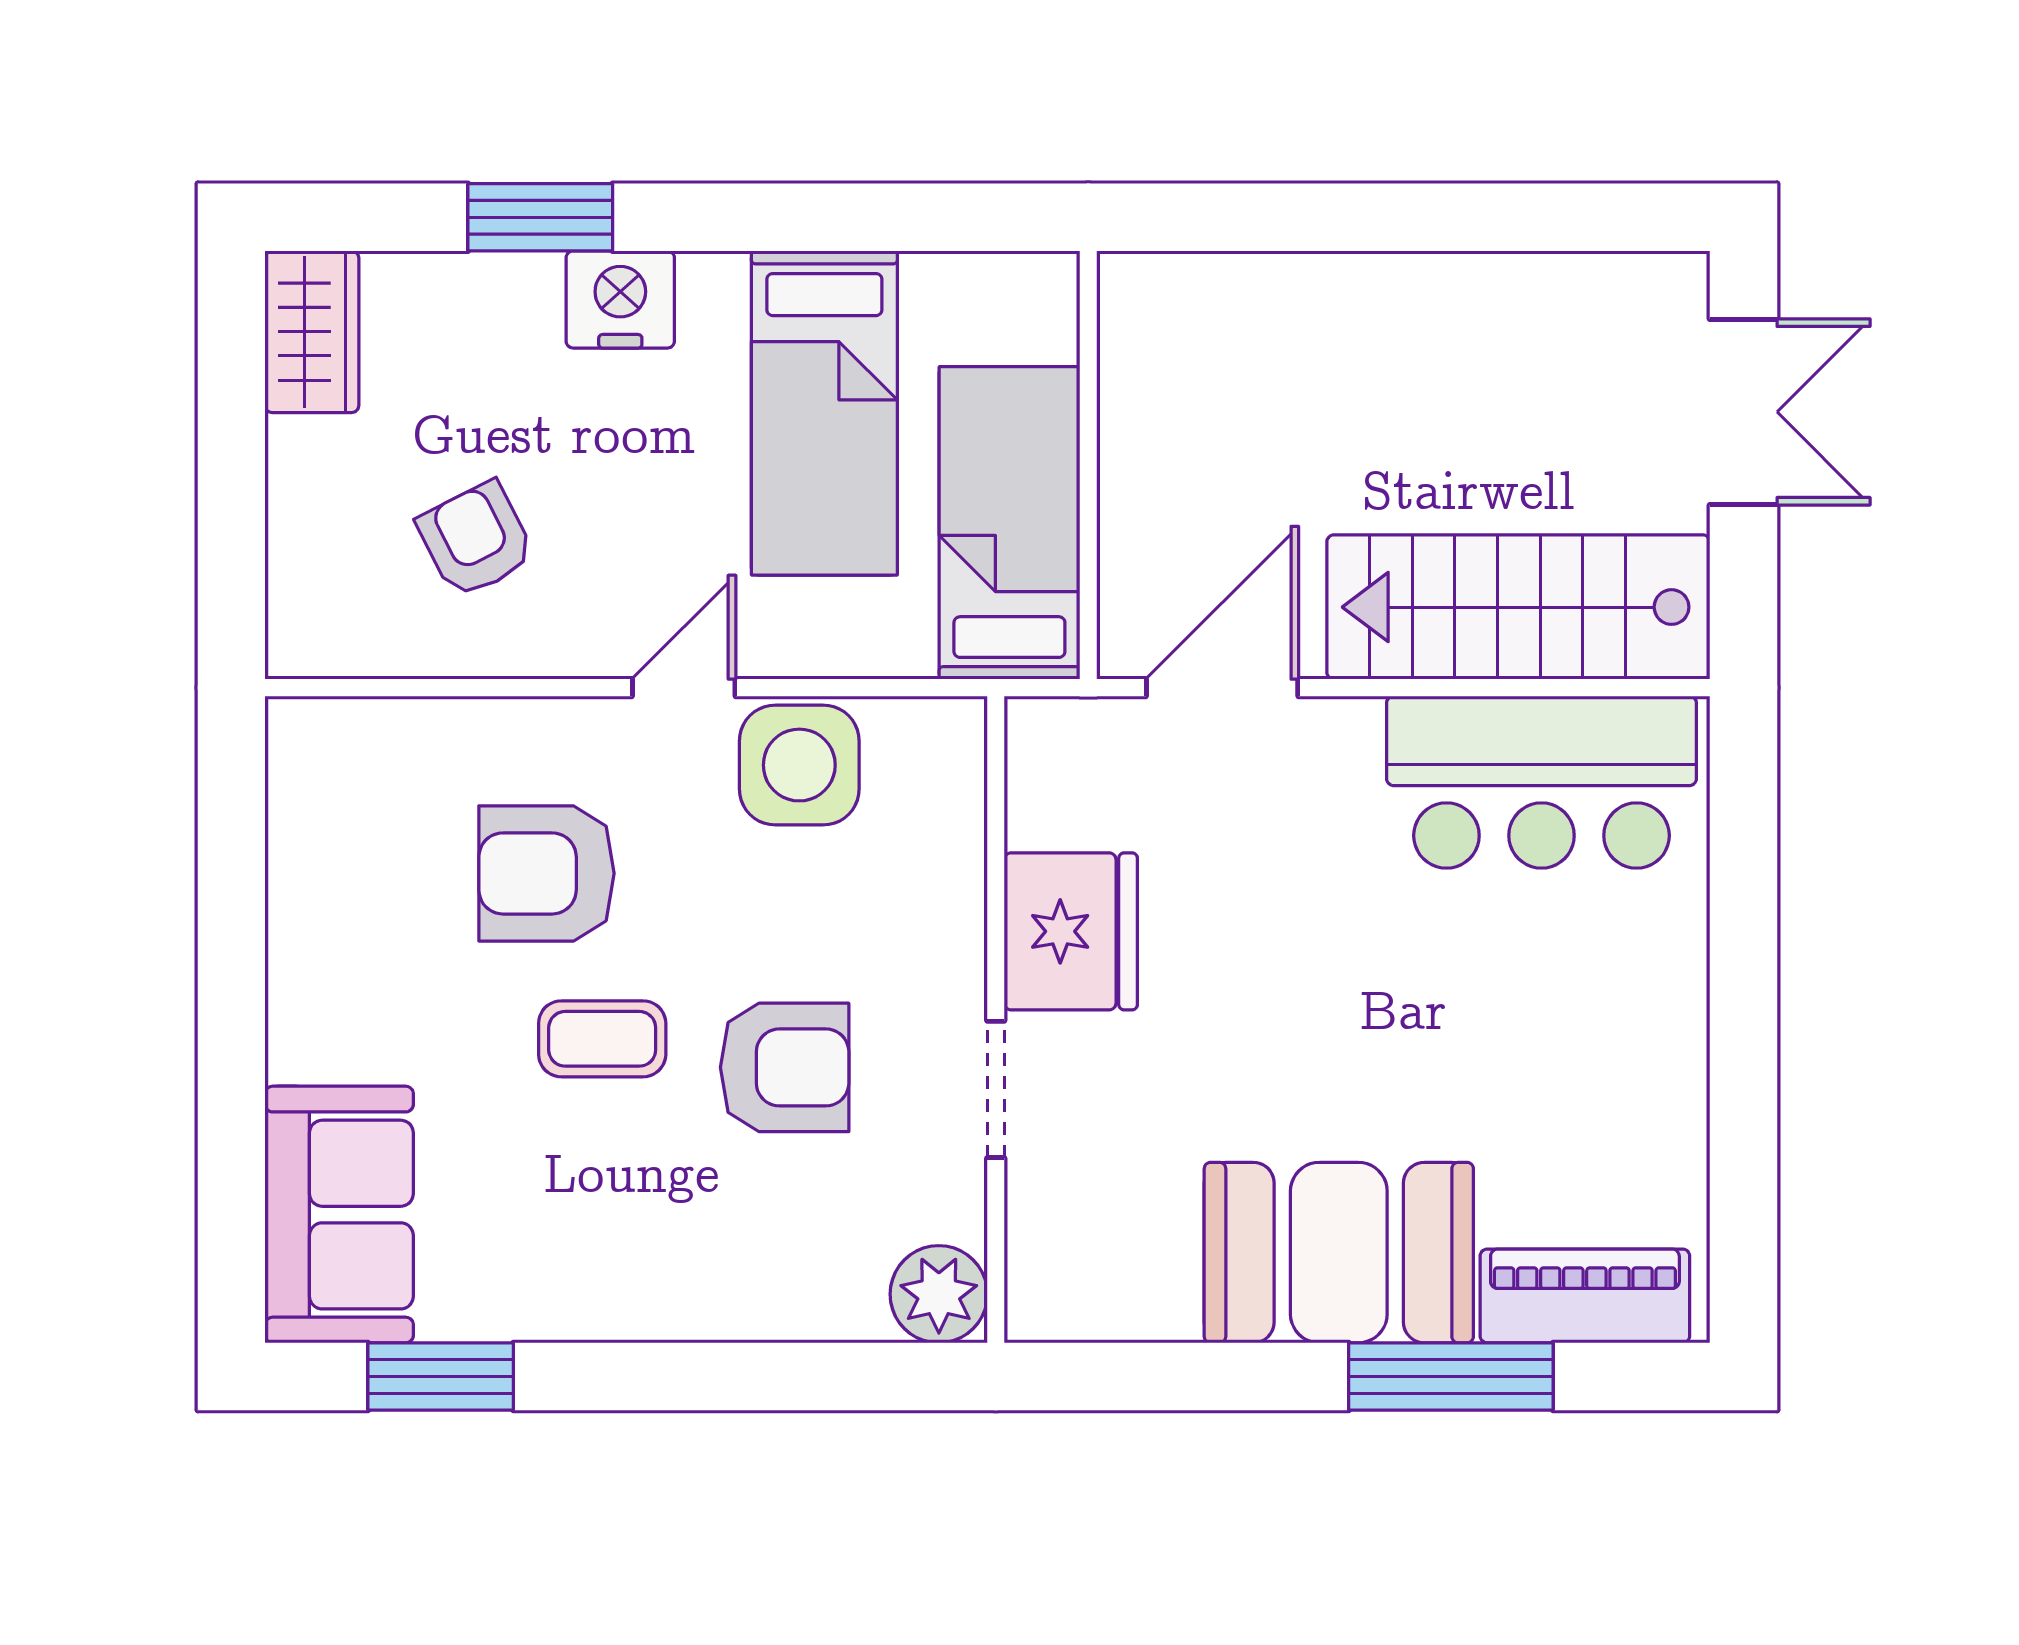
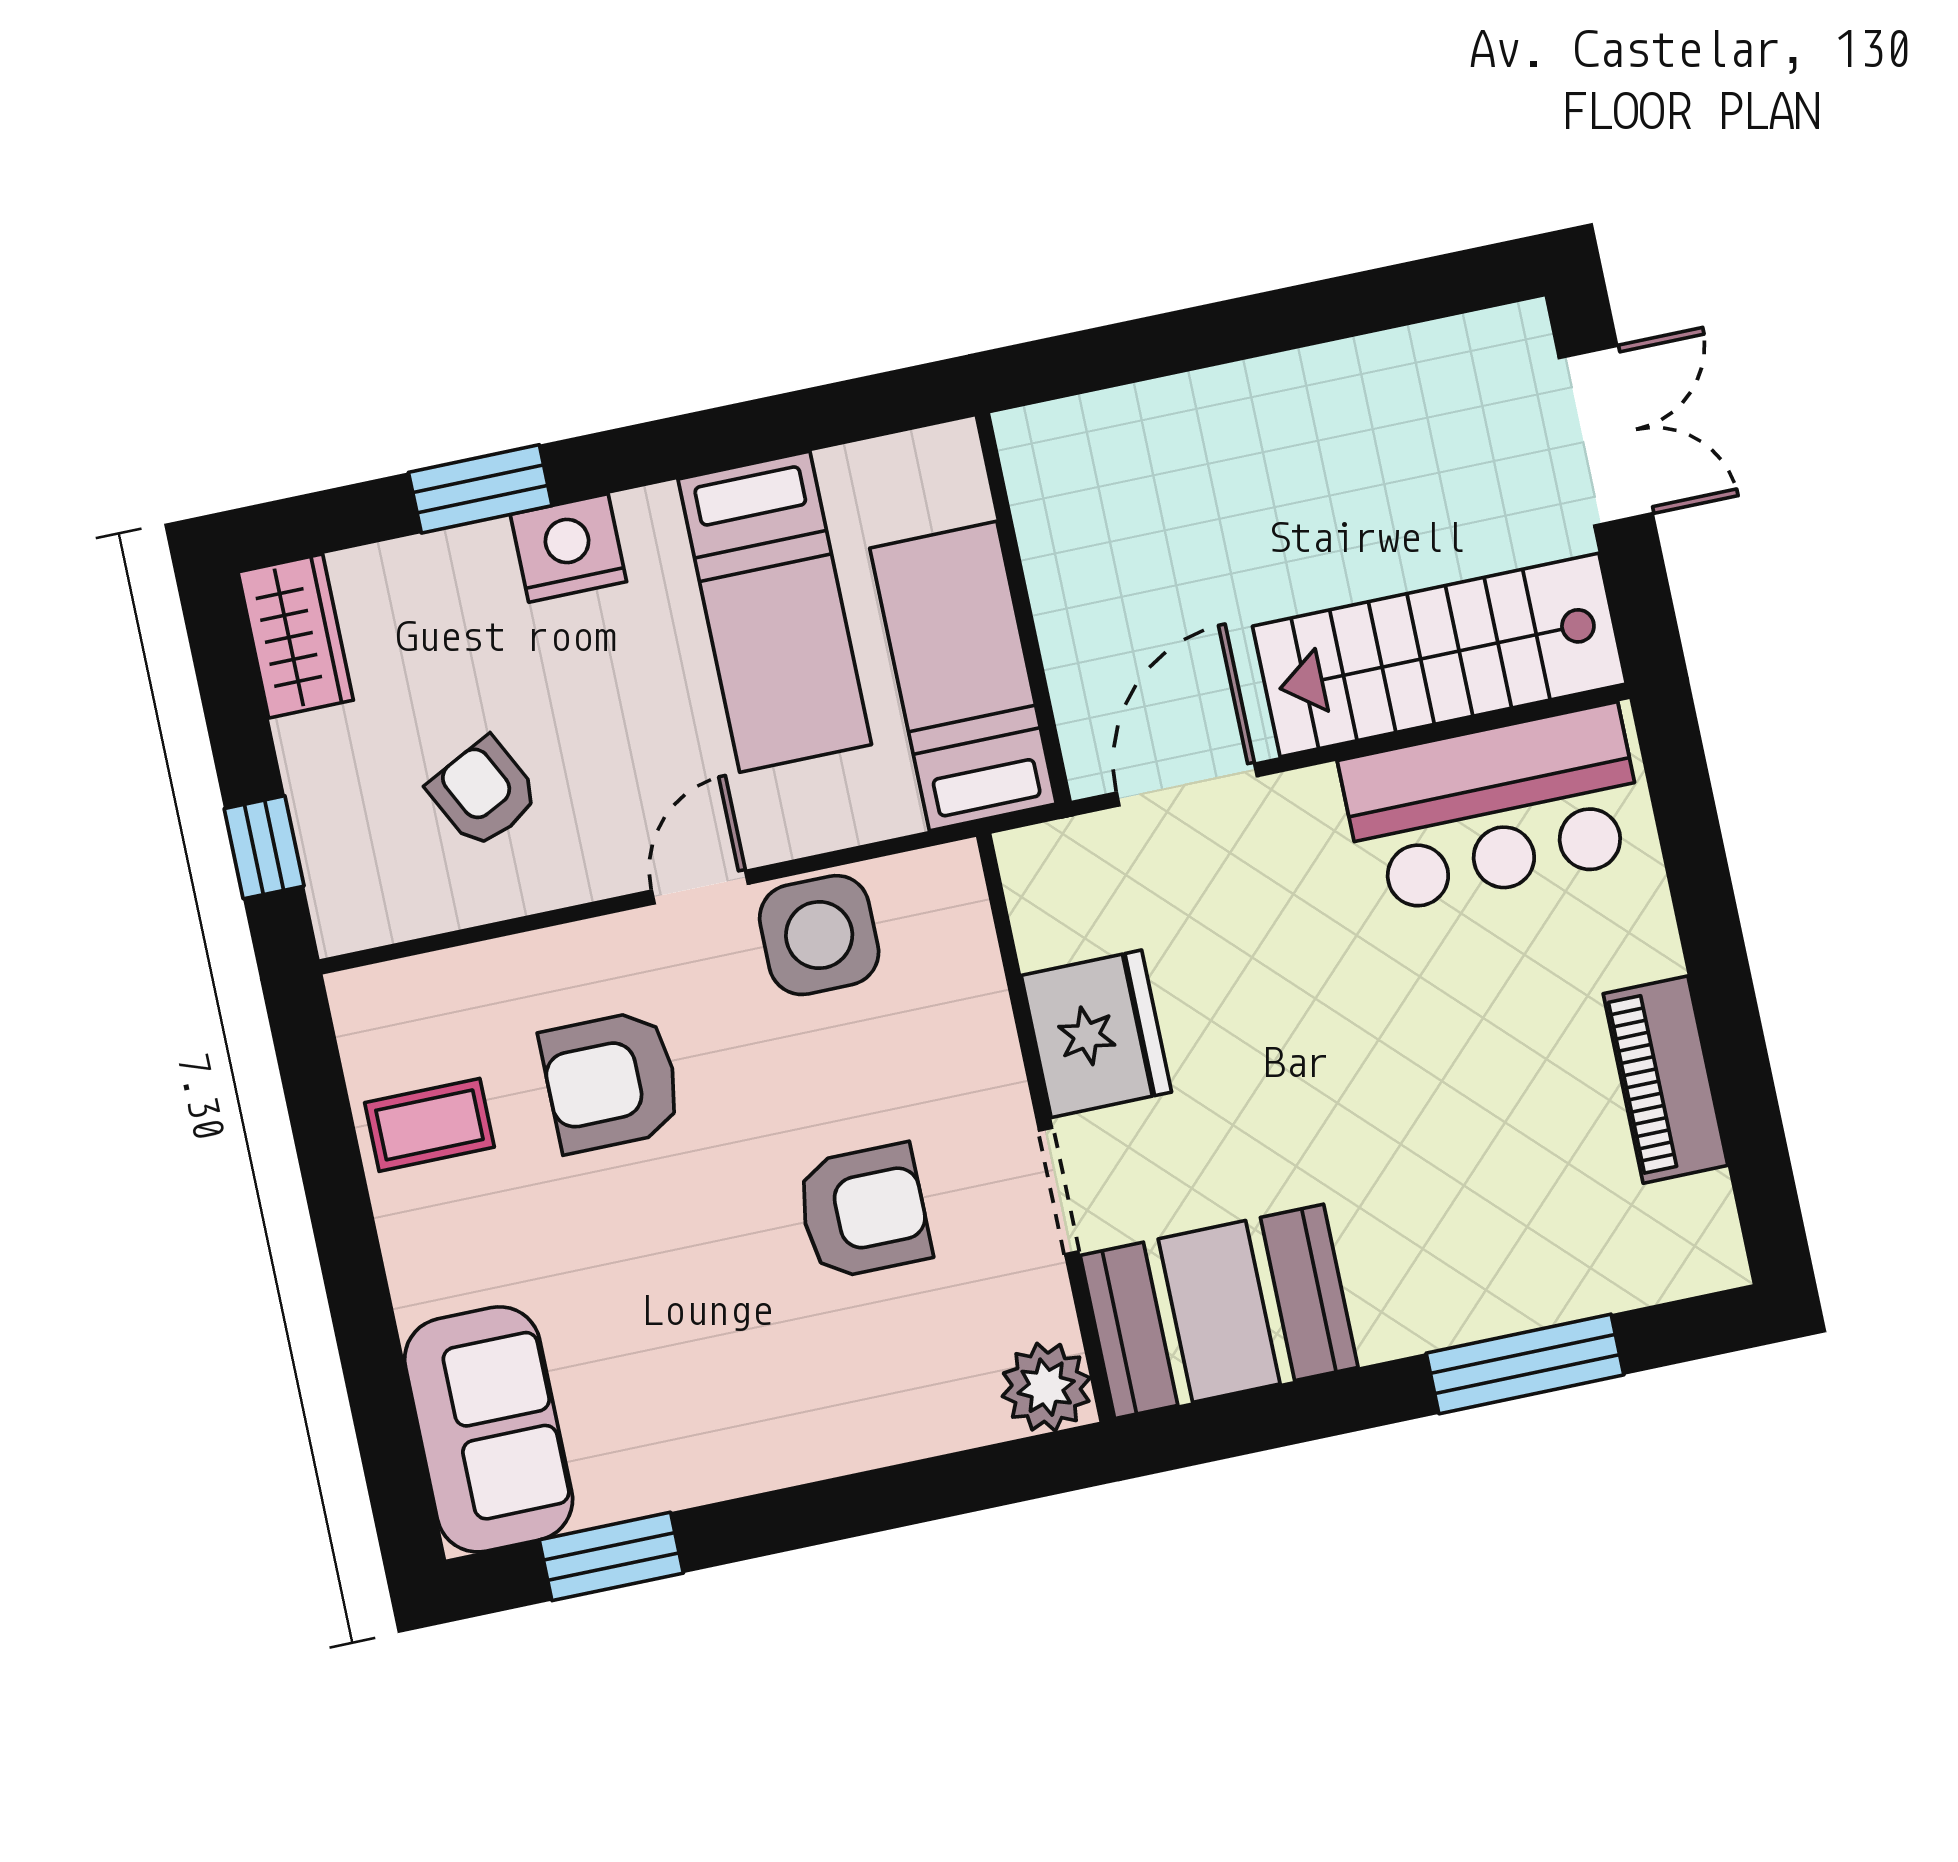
window: (231, 548) -> (264, 847), added
coffee table: (602, 1039) -> (429, 1125), moved
booth: (1339, 1253) -> (1219, 1311), moved
piano: (1585, 1296) -> (1665, 1080), moved, turned -90

